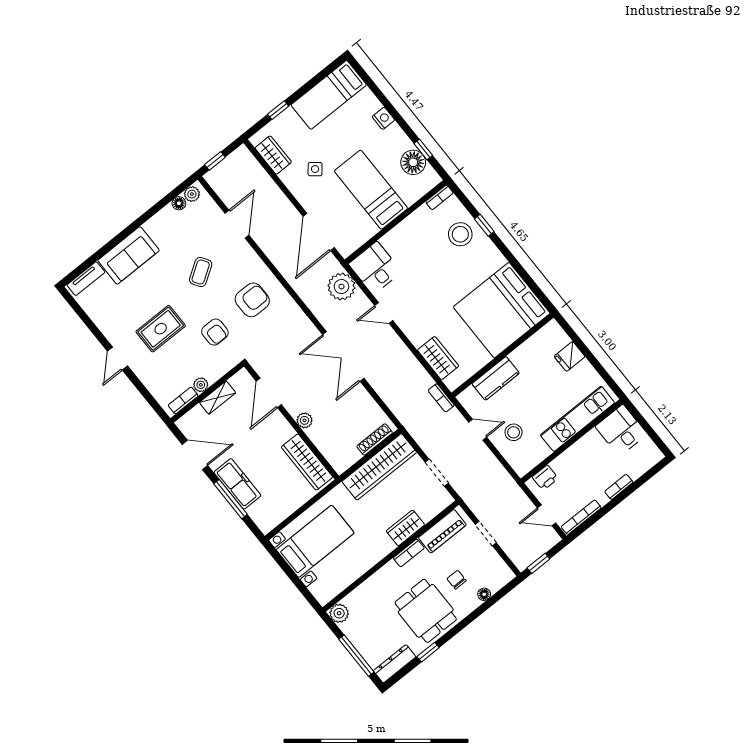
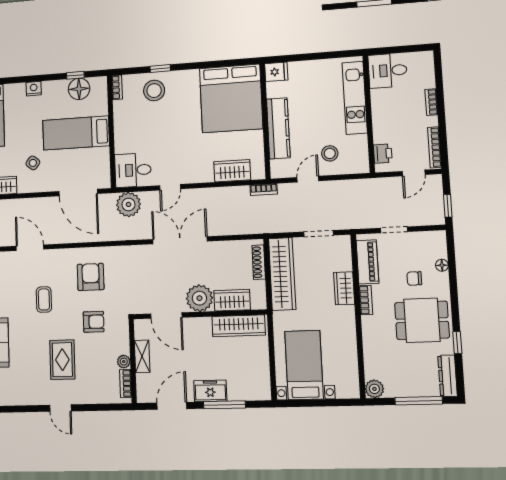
coffee table: (201, 272) -> (44, 299), turned 33
double door: (343, 356) -> (180, 240), swing flipped
fridge: (570, 356) -> (276, 72), moved, turned -90
kitchen counter: (496, 378) -> (278, 128), width x1.50
plant: (304, 420) -> (199, 298), width x1.88, depth x1.88
wardrobe: (325, 440) -> (232, 300), added
freezer: (237, 484) -> (210, 391), width x0.71

